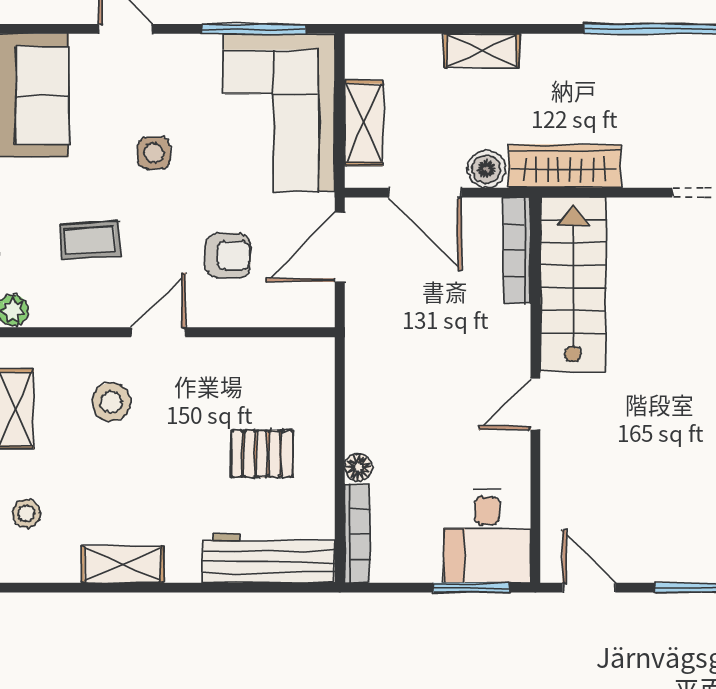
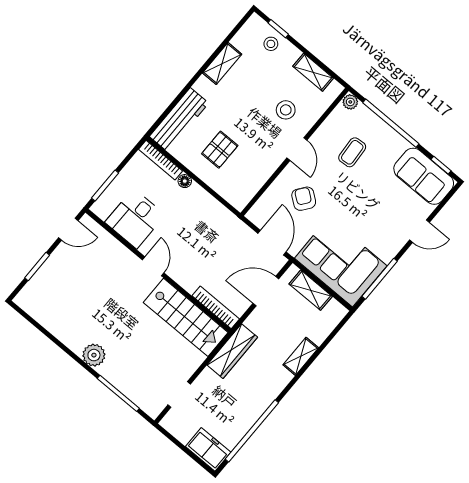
side table: (154, 153) -> (365, 203), removed
boiler: (486, 169) -> (255, 321), removed
armchair: (228, 256) -> (304, 199), turned 127
desk: (487, 536) -> (135, 219), moved, turned -90

